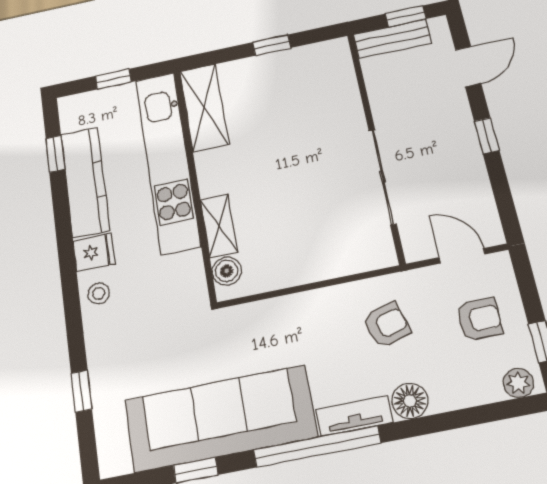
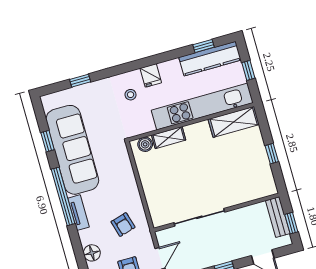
kitchen counter: (85, 182) -> (210, 59), moved
stool: (99, 293) -> (131, 95), moved
floor lamp: (410, 401) -> (92, 253), moved

